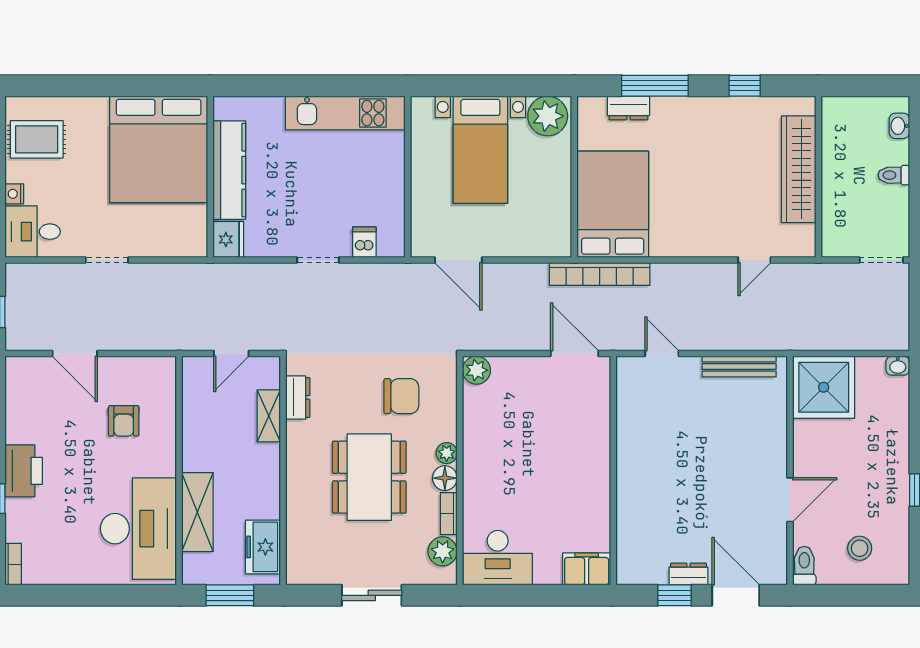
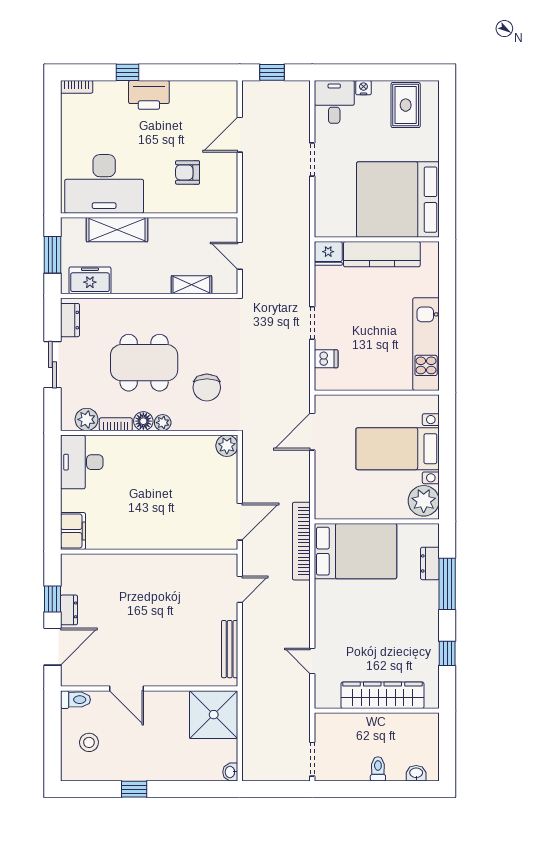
dresser: (298, 397) -> (70, 320), moved, turned -90

